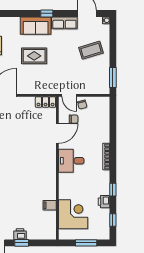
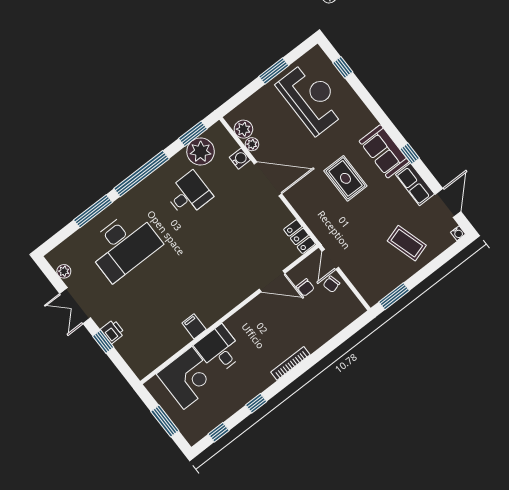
desk: (71, 161) -> (219, 350), moved
printer: (104, 202) -> (233, 404), removed
filing cabinet: (50, 205) -> (194, 326), moved

